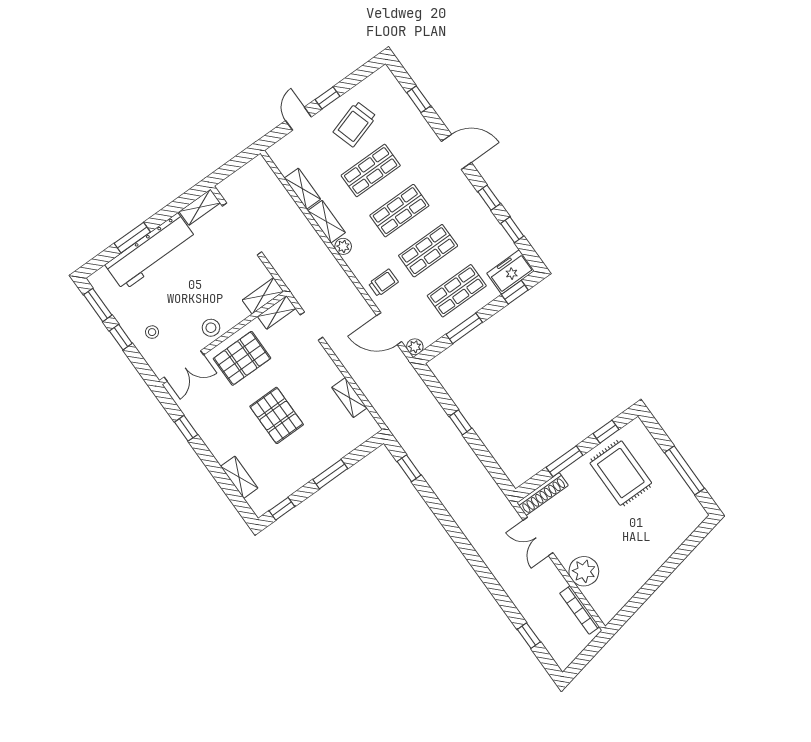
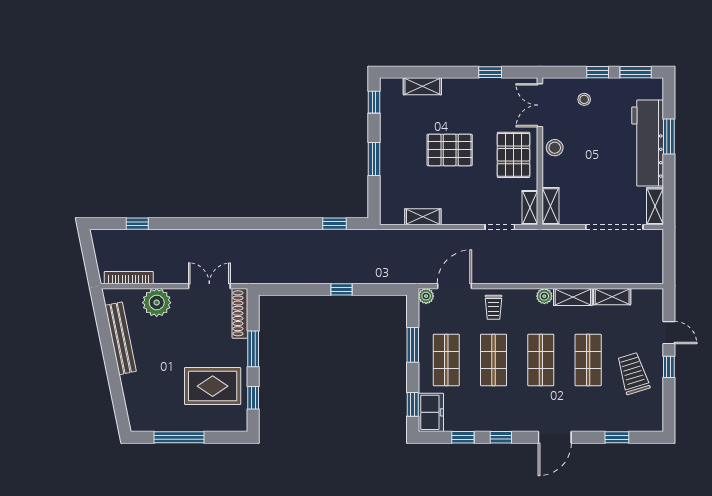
bench: (636, 580) -> (121, 338), added

